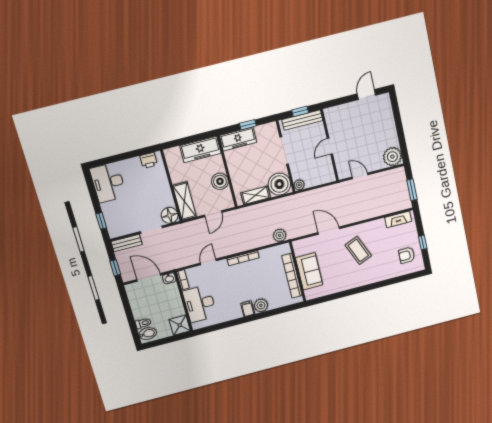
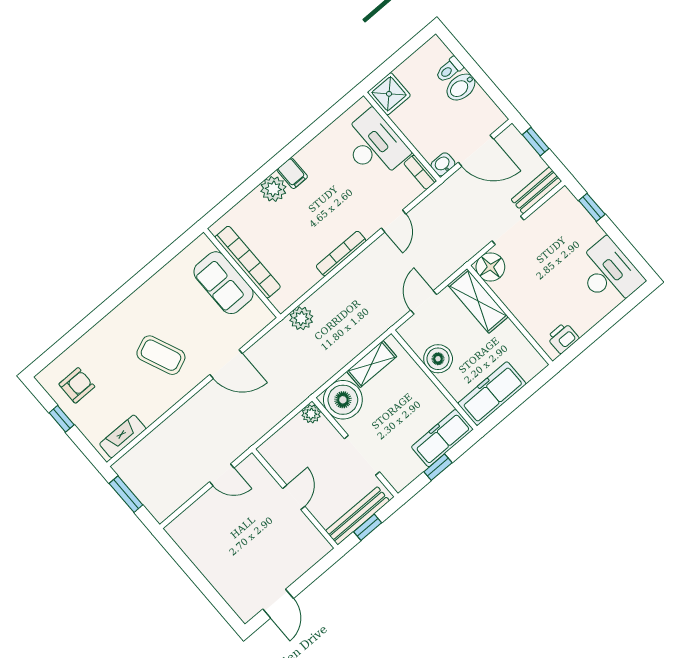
plant: (392, 157) -> (186, 530), removed
bidet: (148, 334) -> (461, 87), moved

